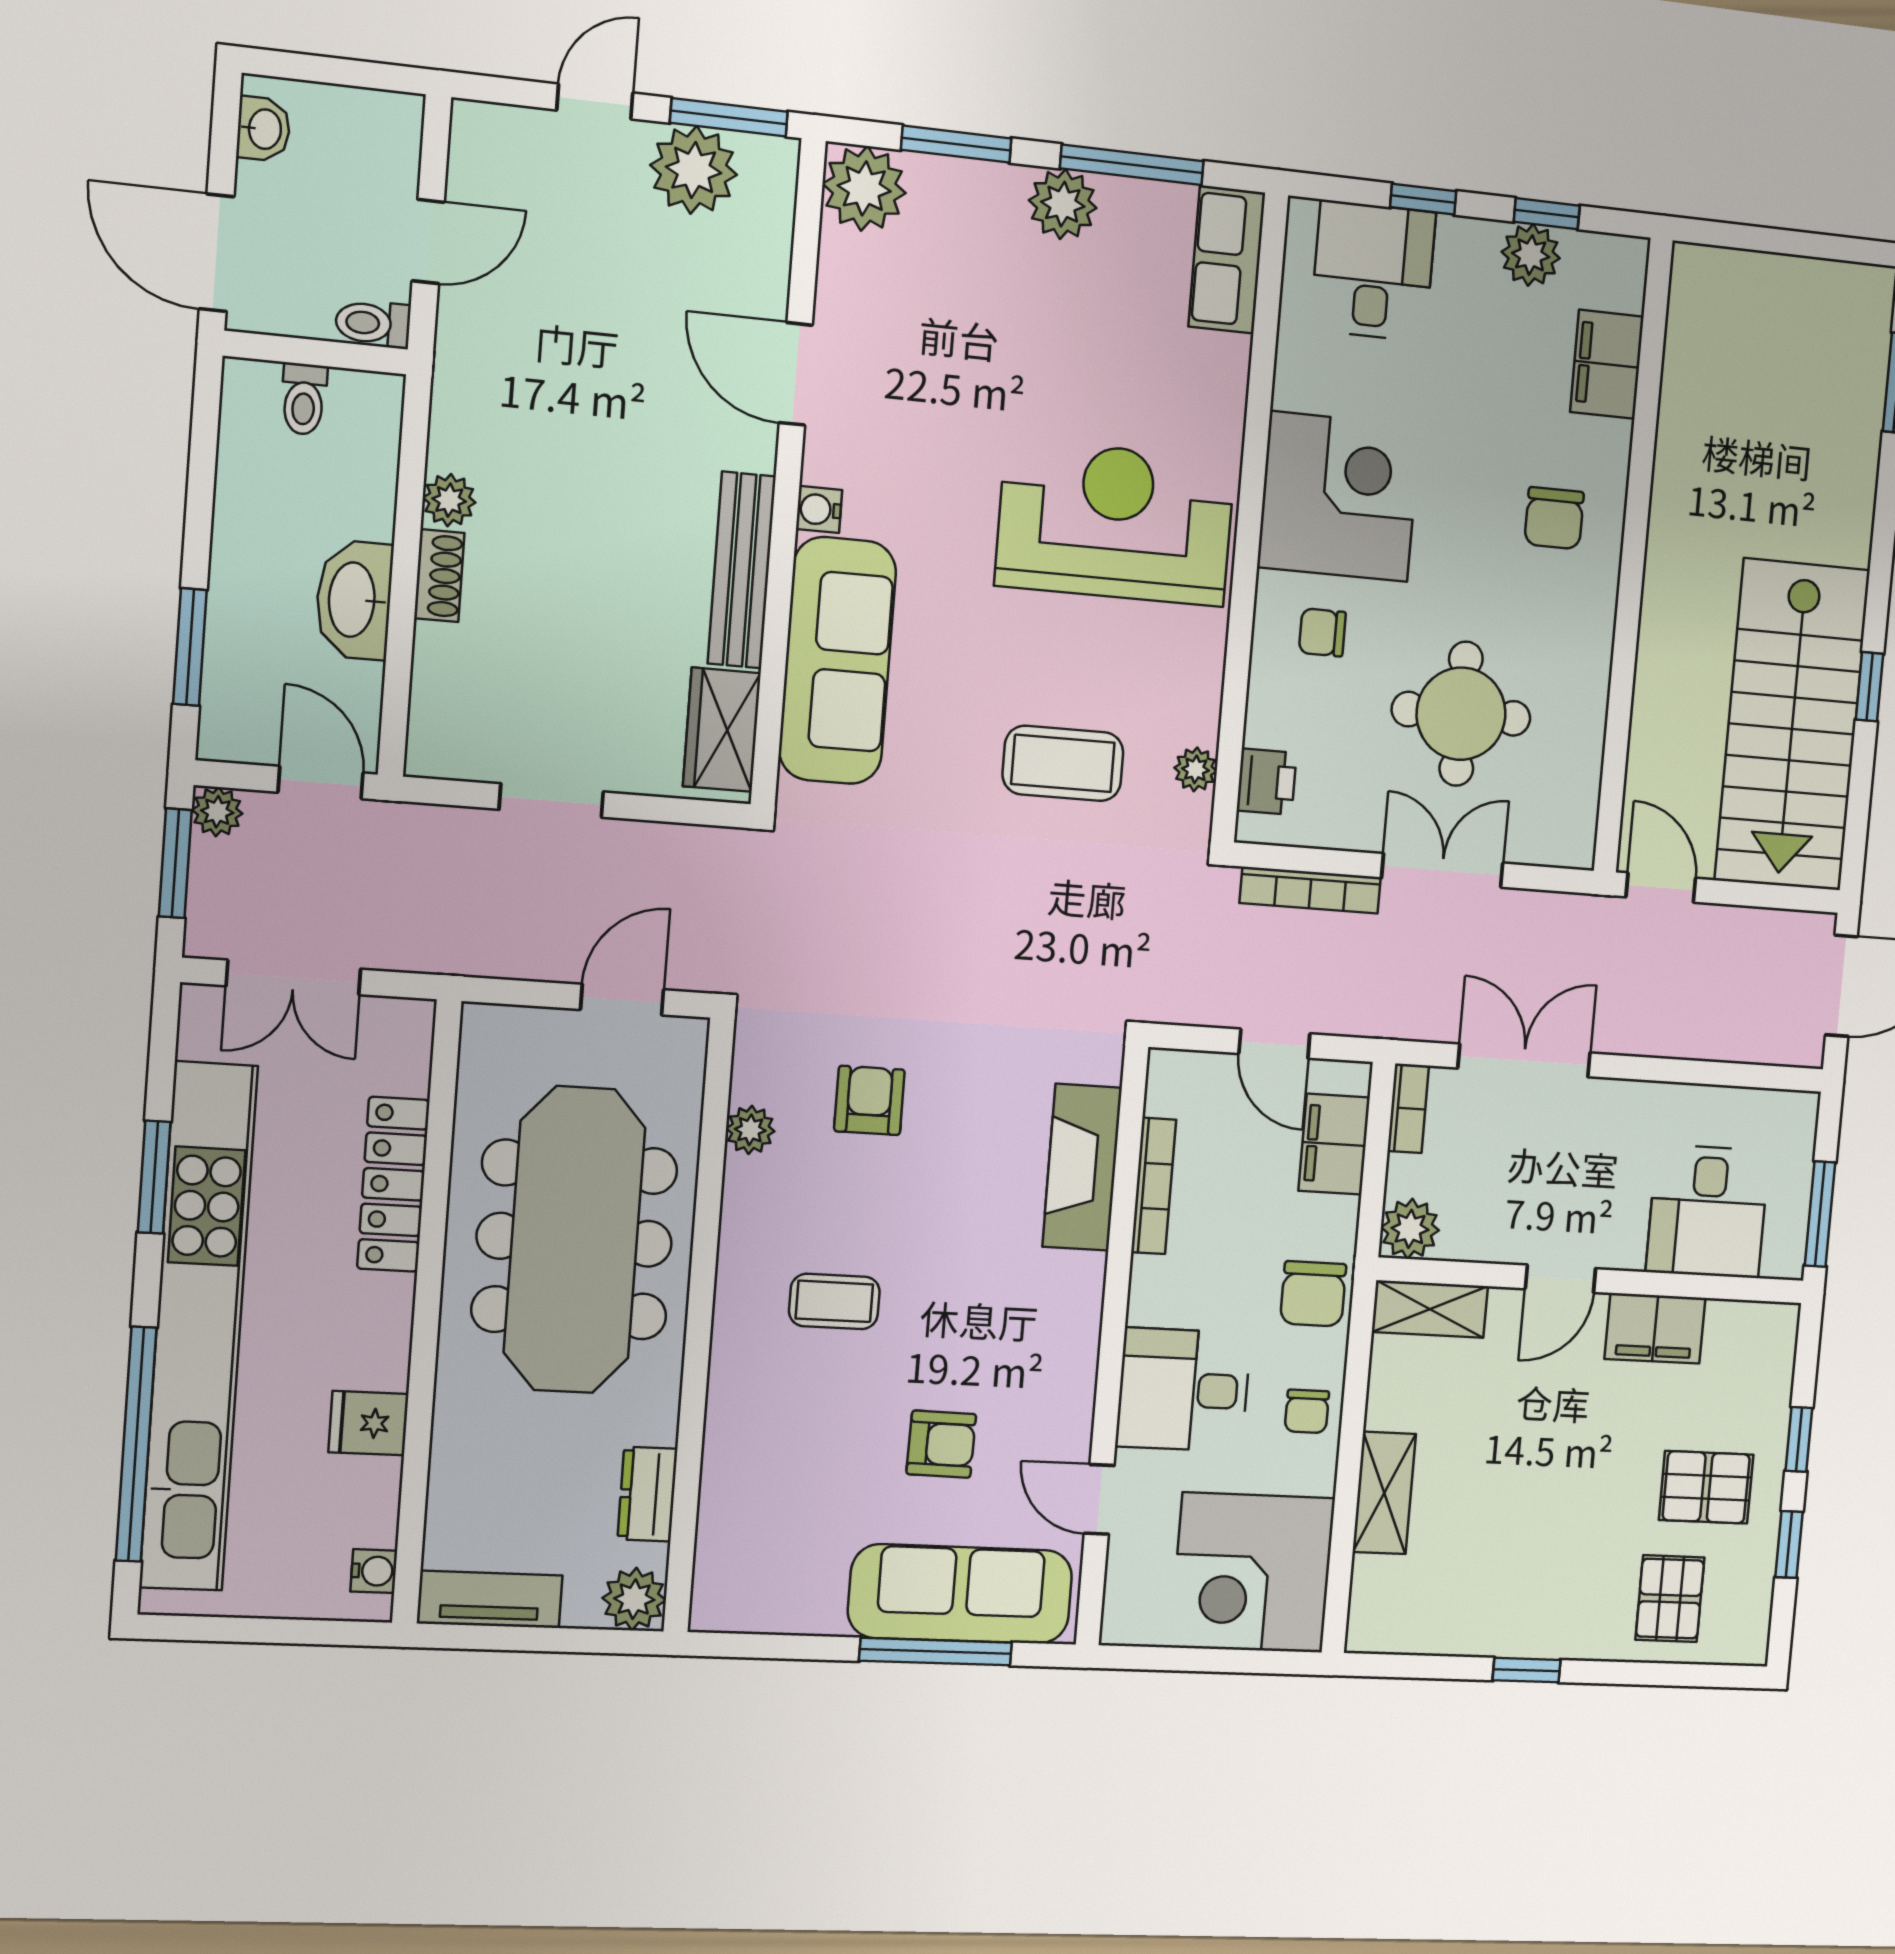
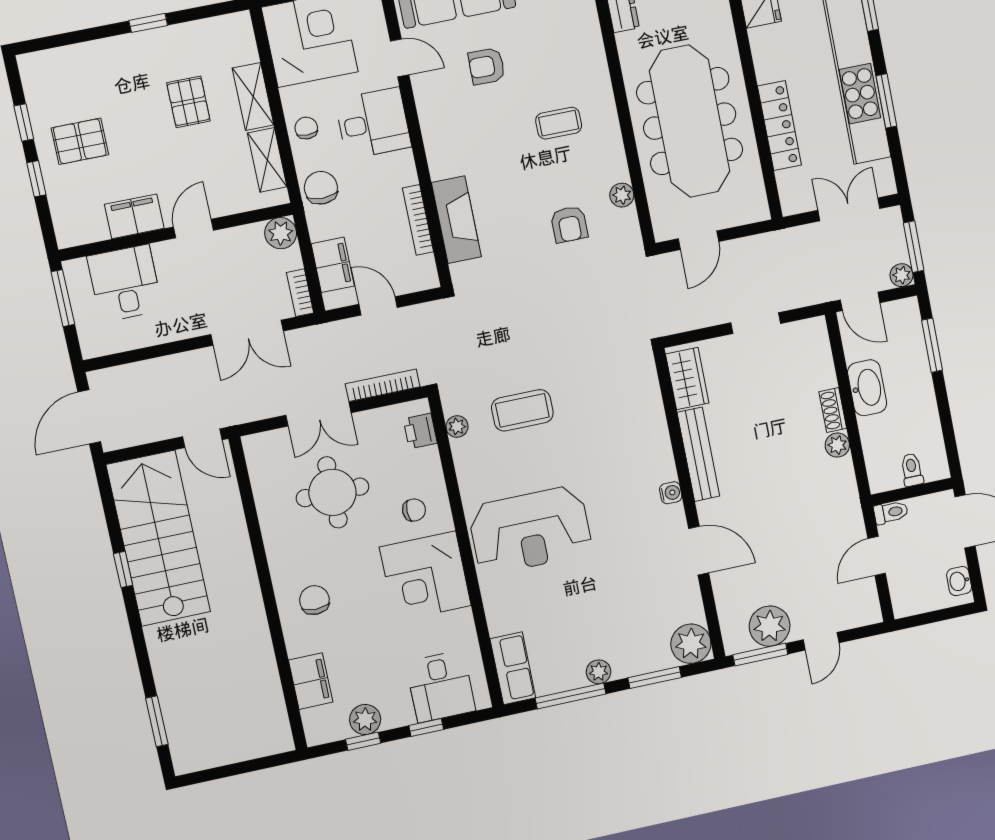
plant: (1063, 204) -> (599, 672), width x0.73, depth x0.73
sofa: (837, 661) -> (643, 426), removed
shelving: (1430, 1309) -> (267, 160), moved, turned 90
pallet: (1670, 1599) -> (188, 102), moved

